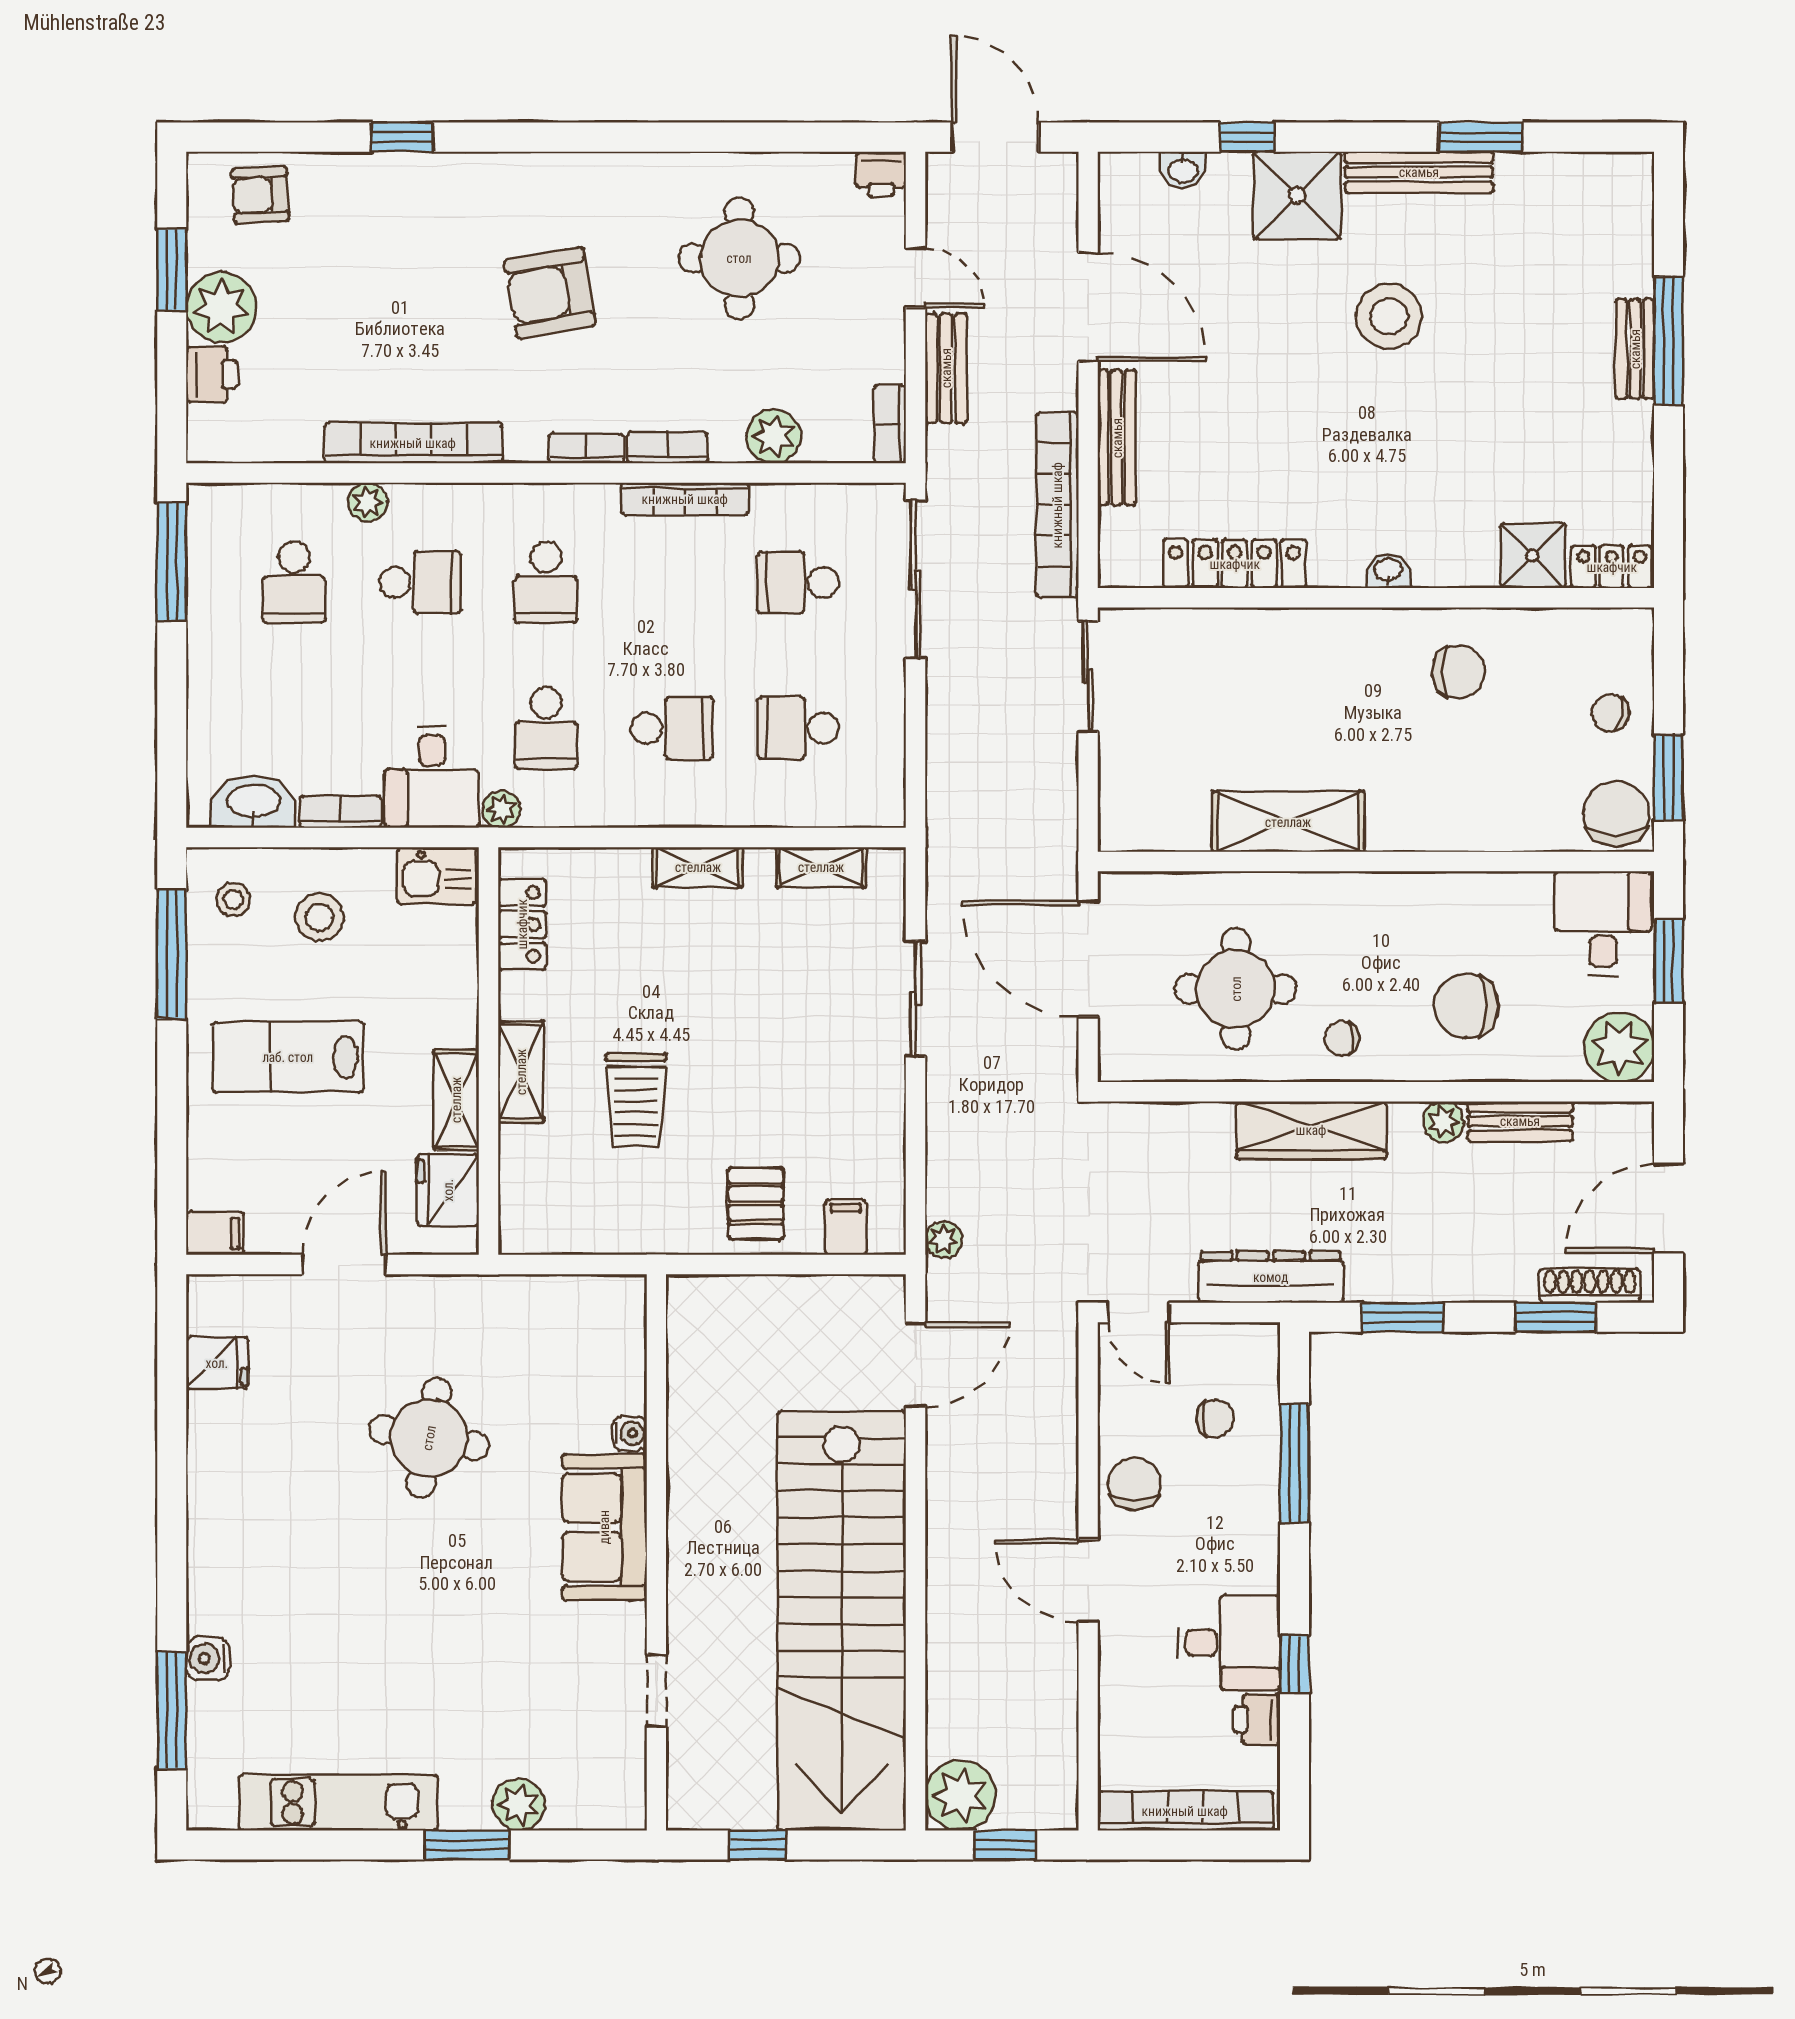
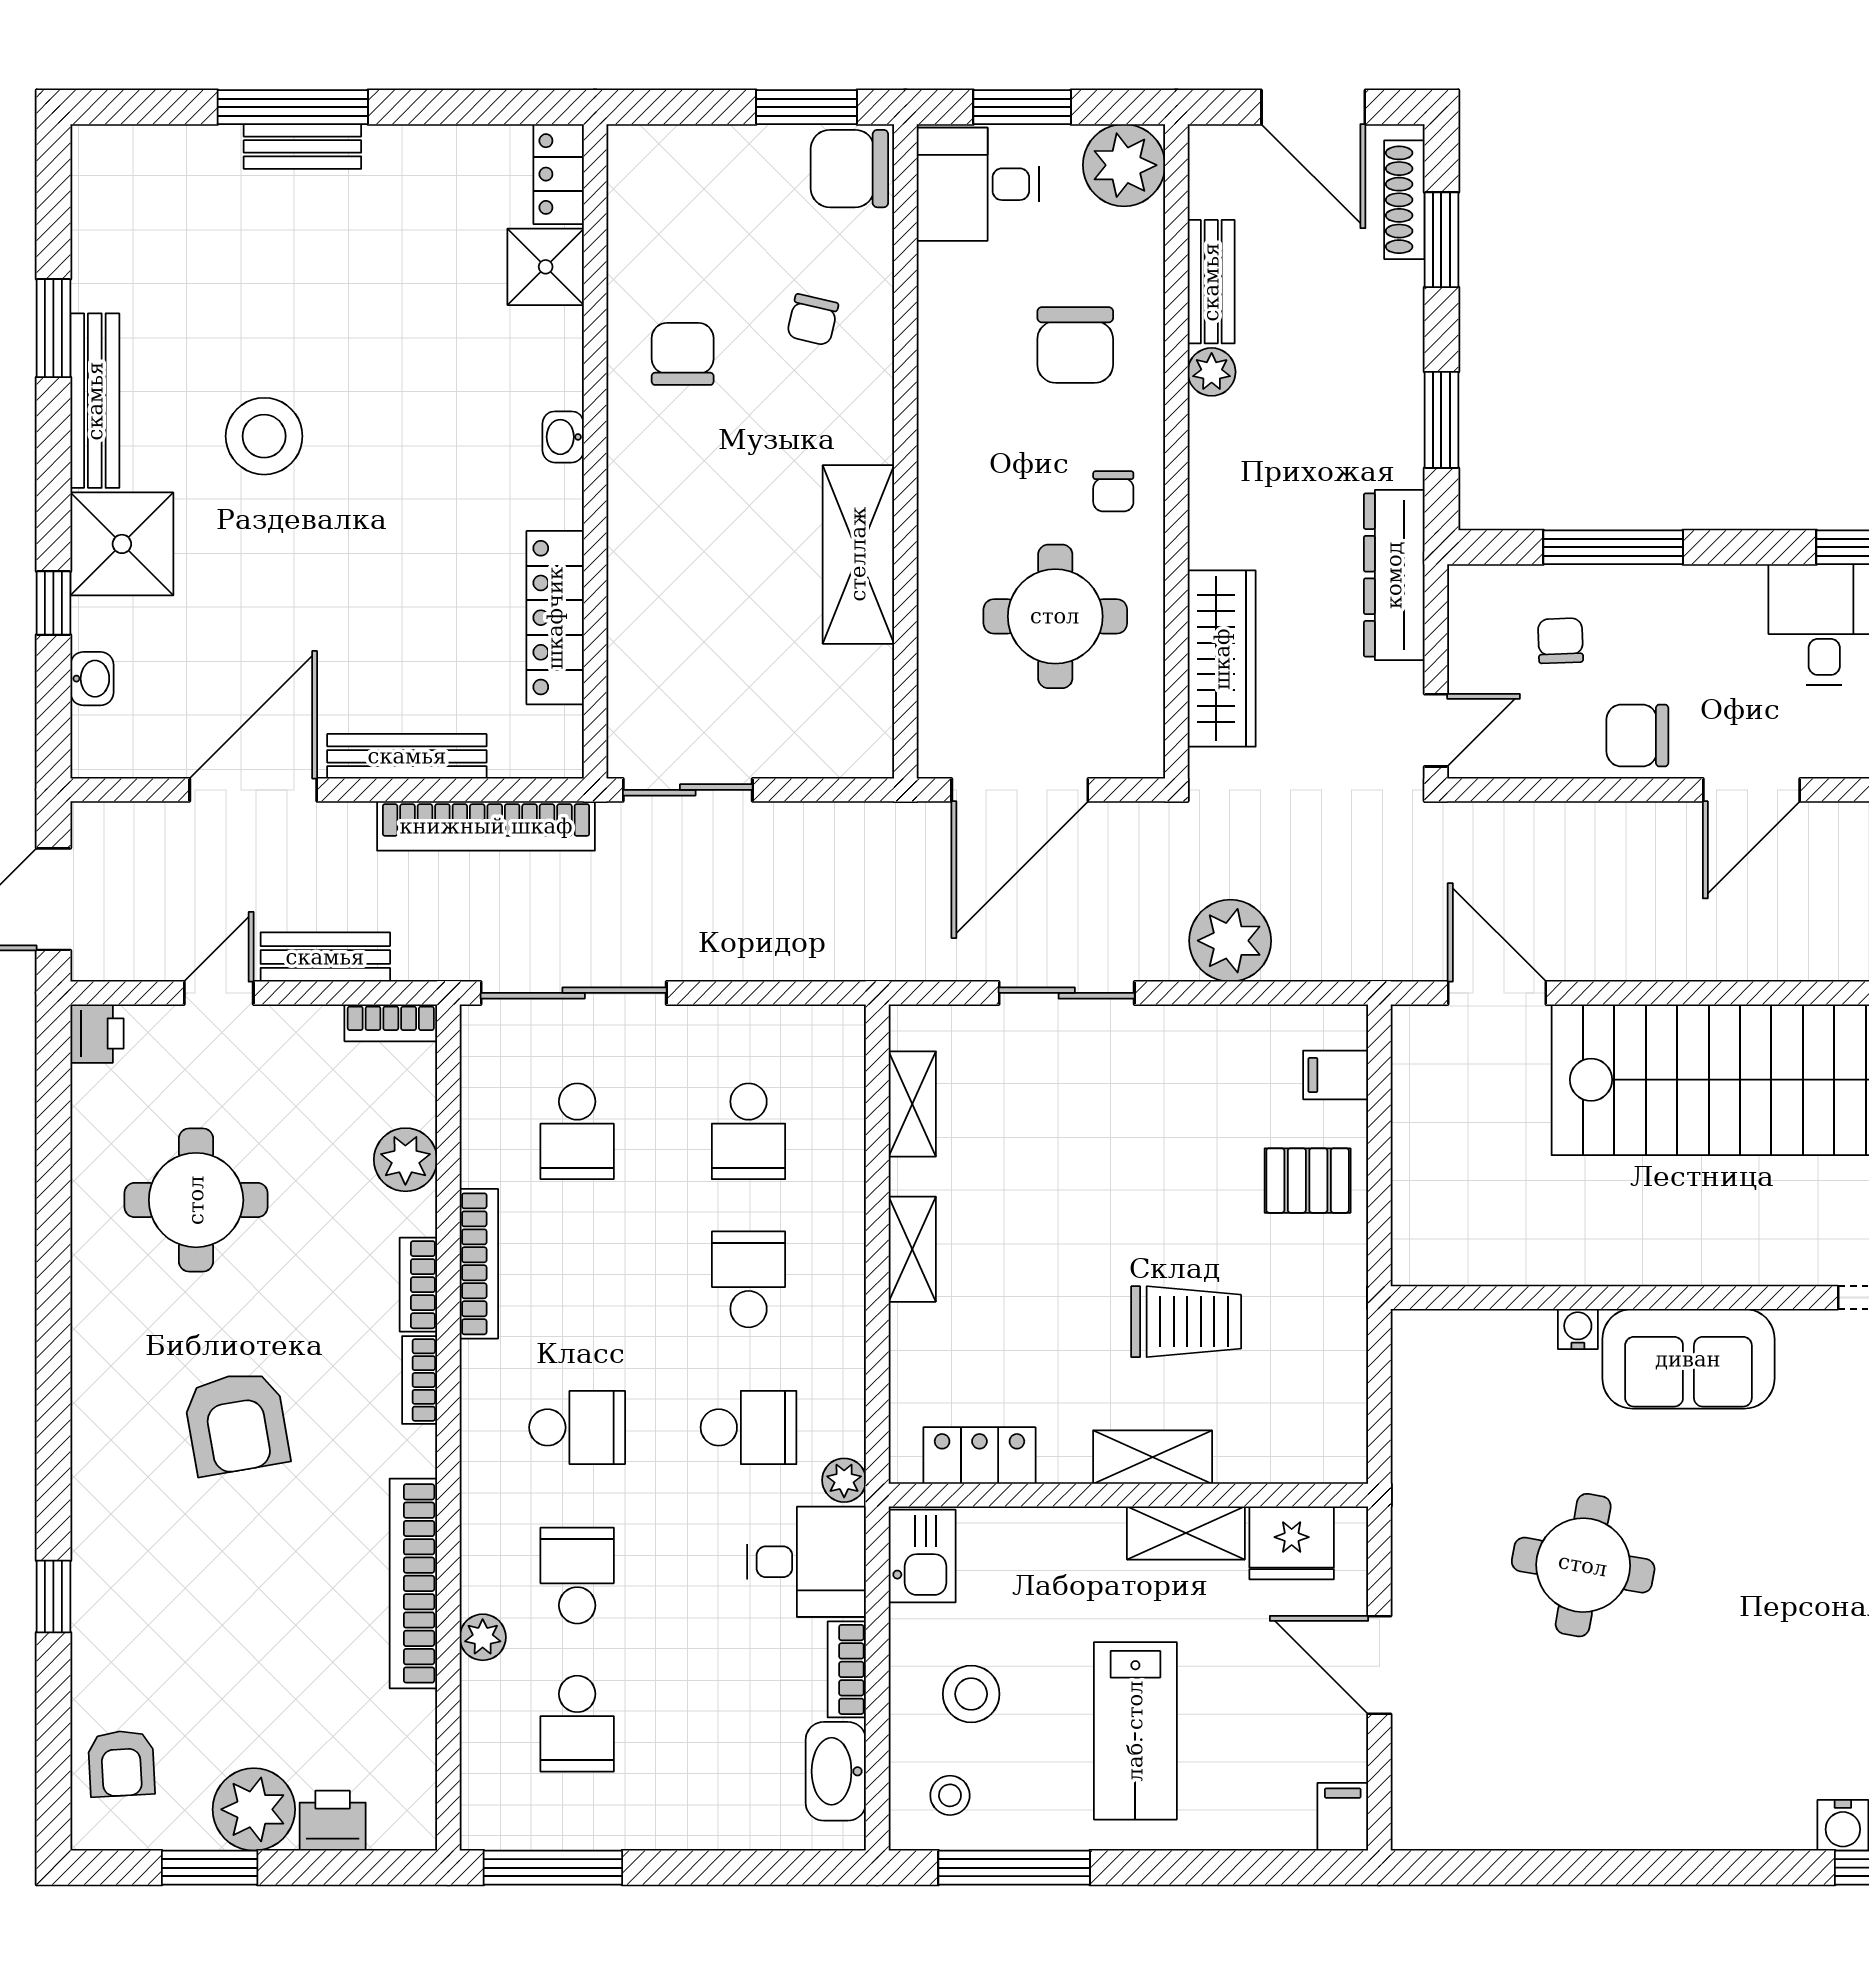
school desk: (294, 582) -> (577, 1724), turned 90
chair: (1611, 713) -> (812, 320), moved
wardrobe: (1311, 1130) -> (1222, 659), moved
plant: (944, 1240) -> (1230, 941), moved, width x1.87, depth x1.87
fridge: (217, 1363) -> (1495, 1814), removed

